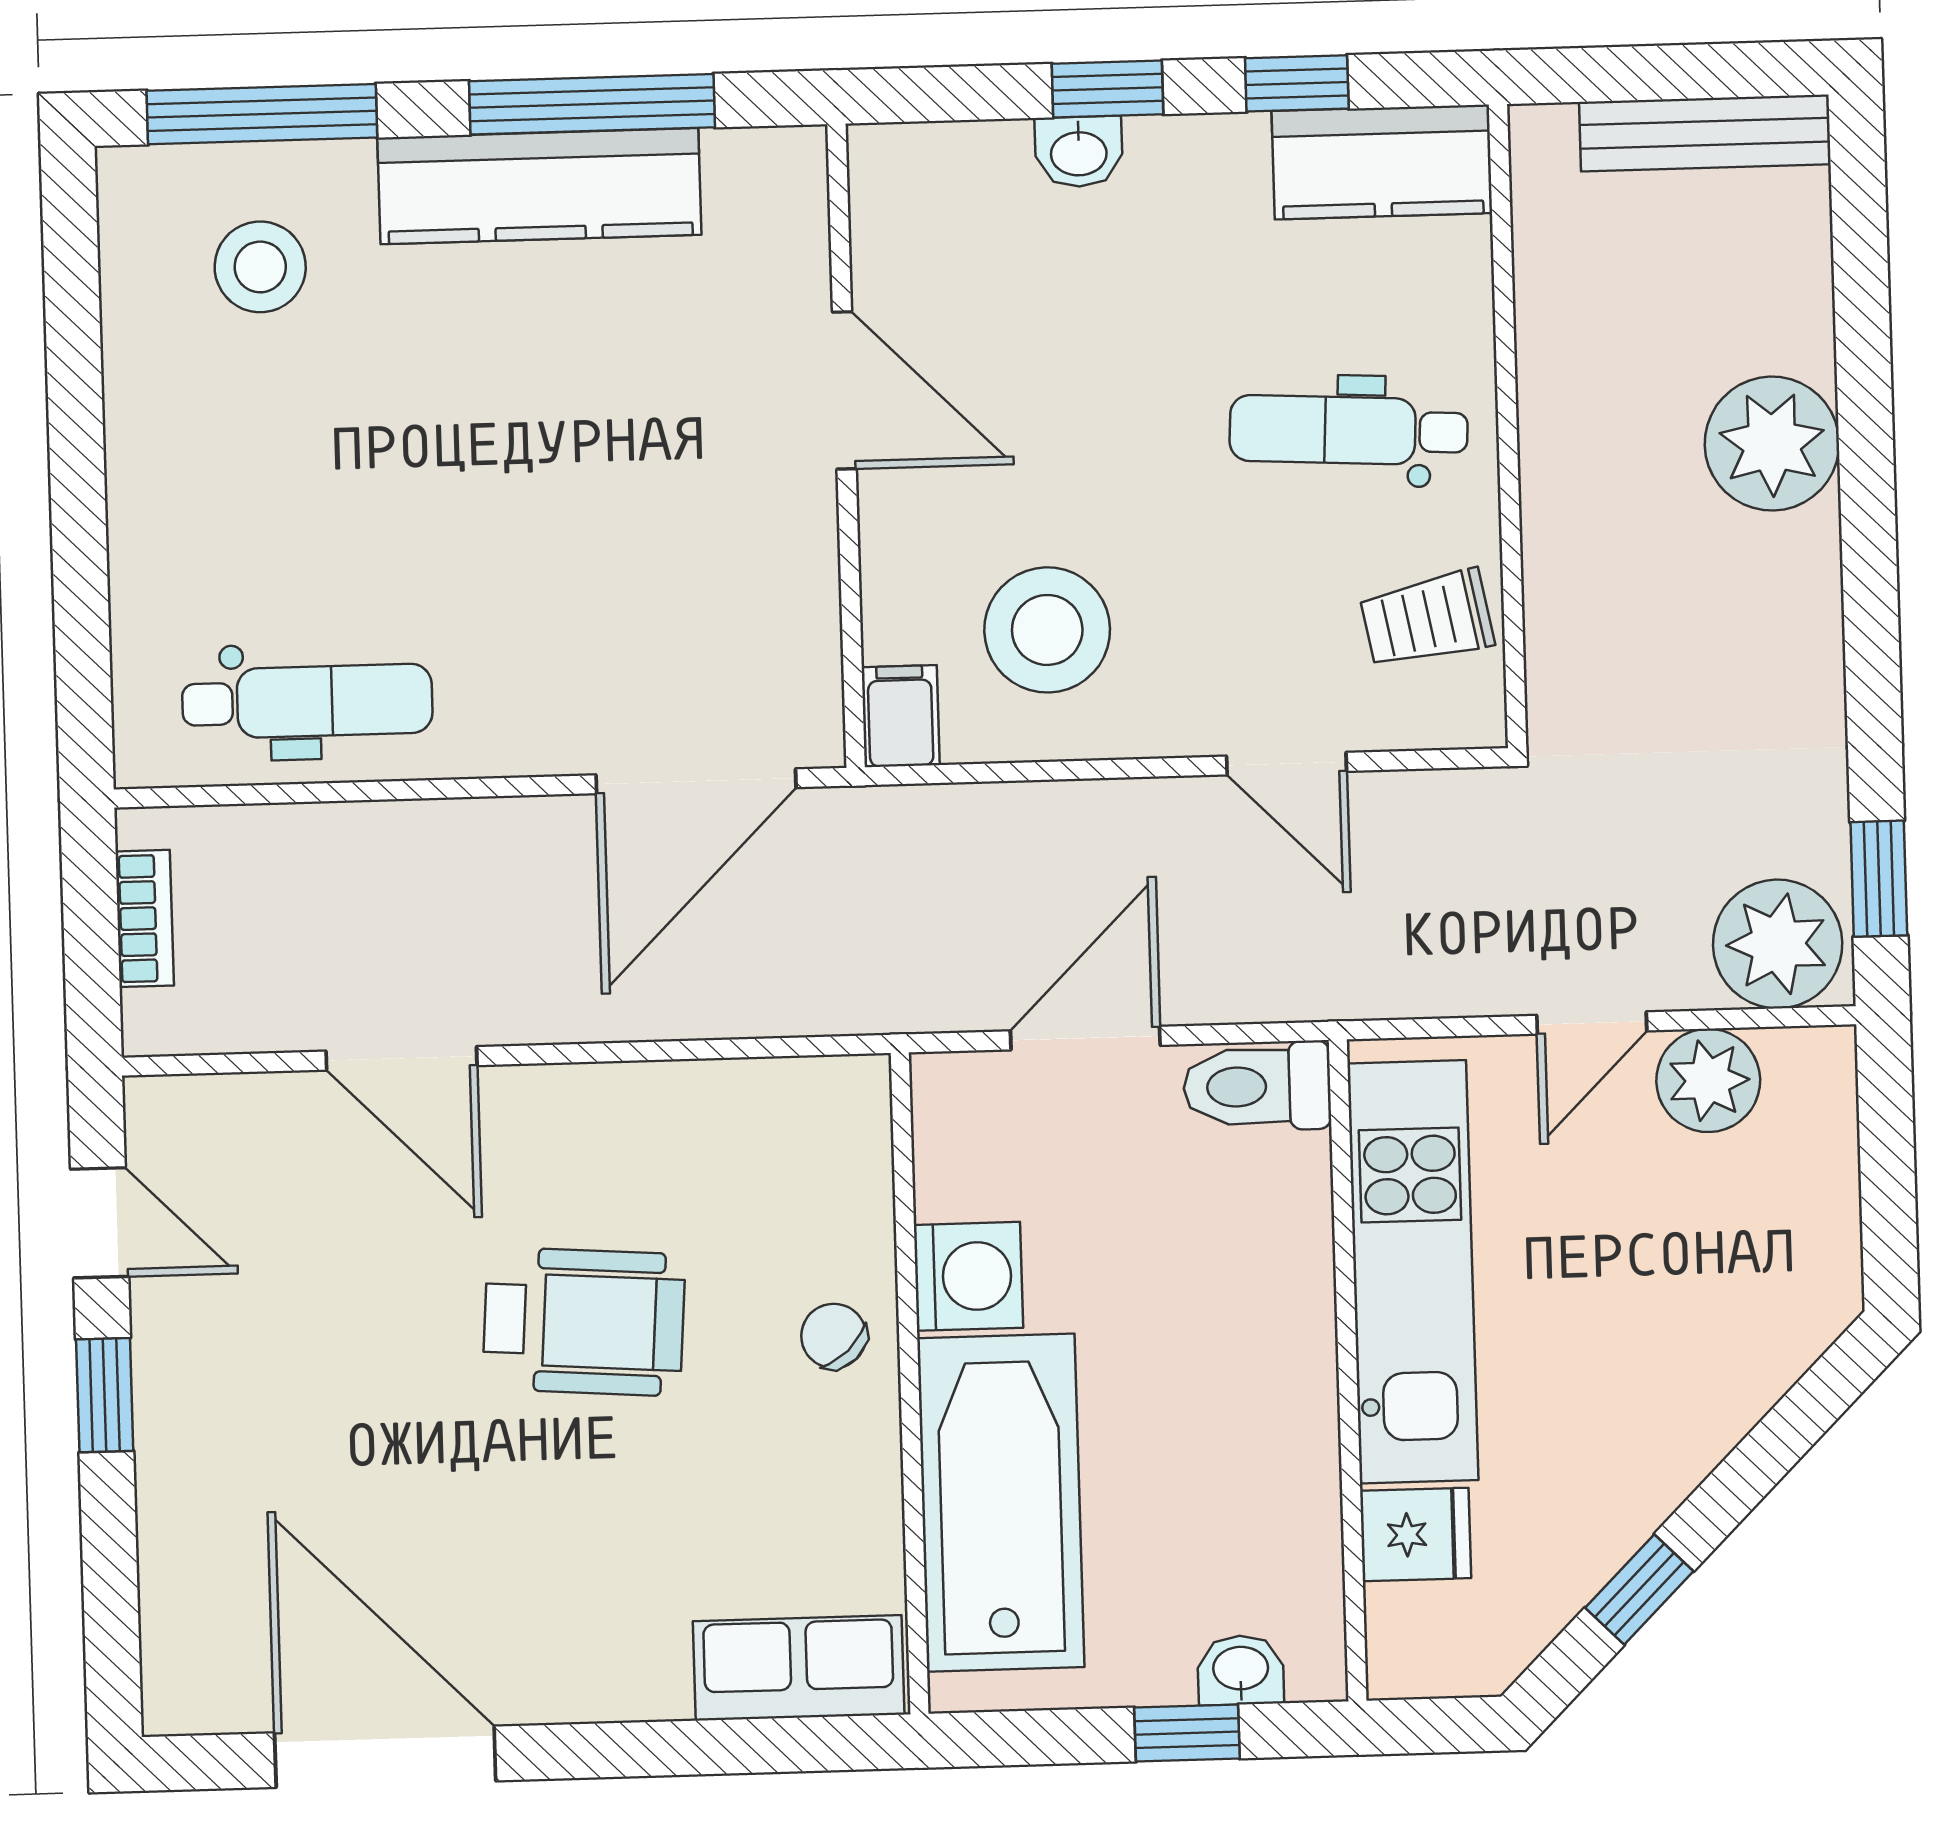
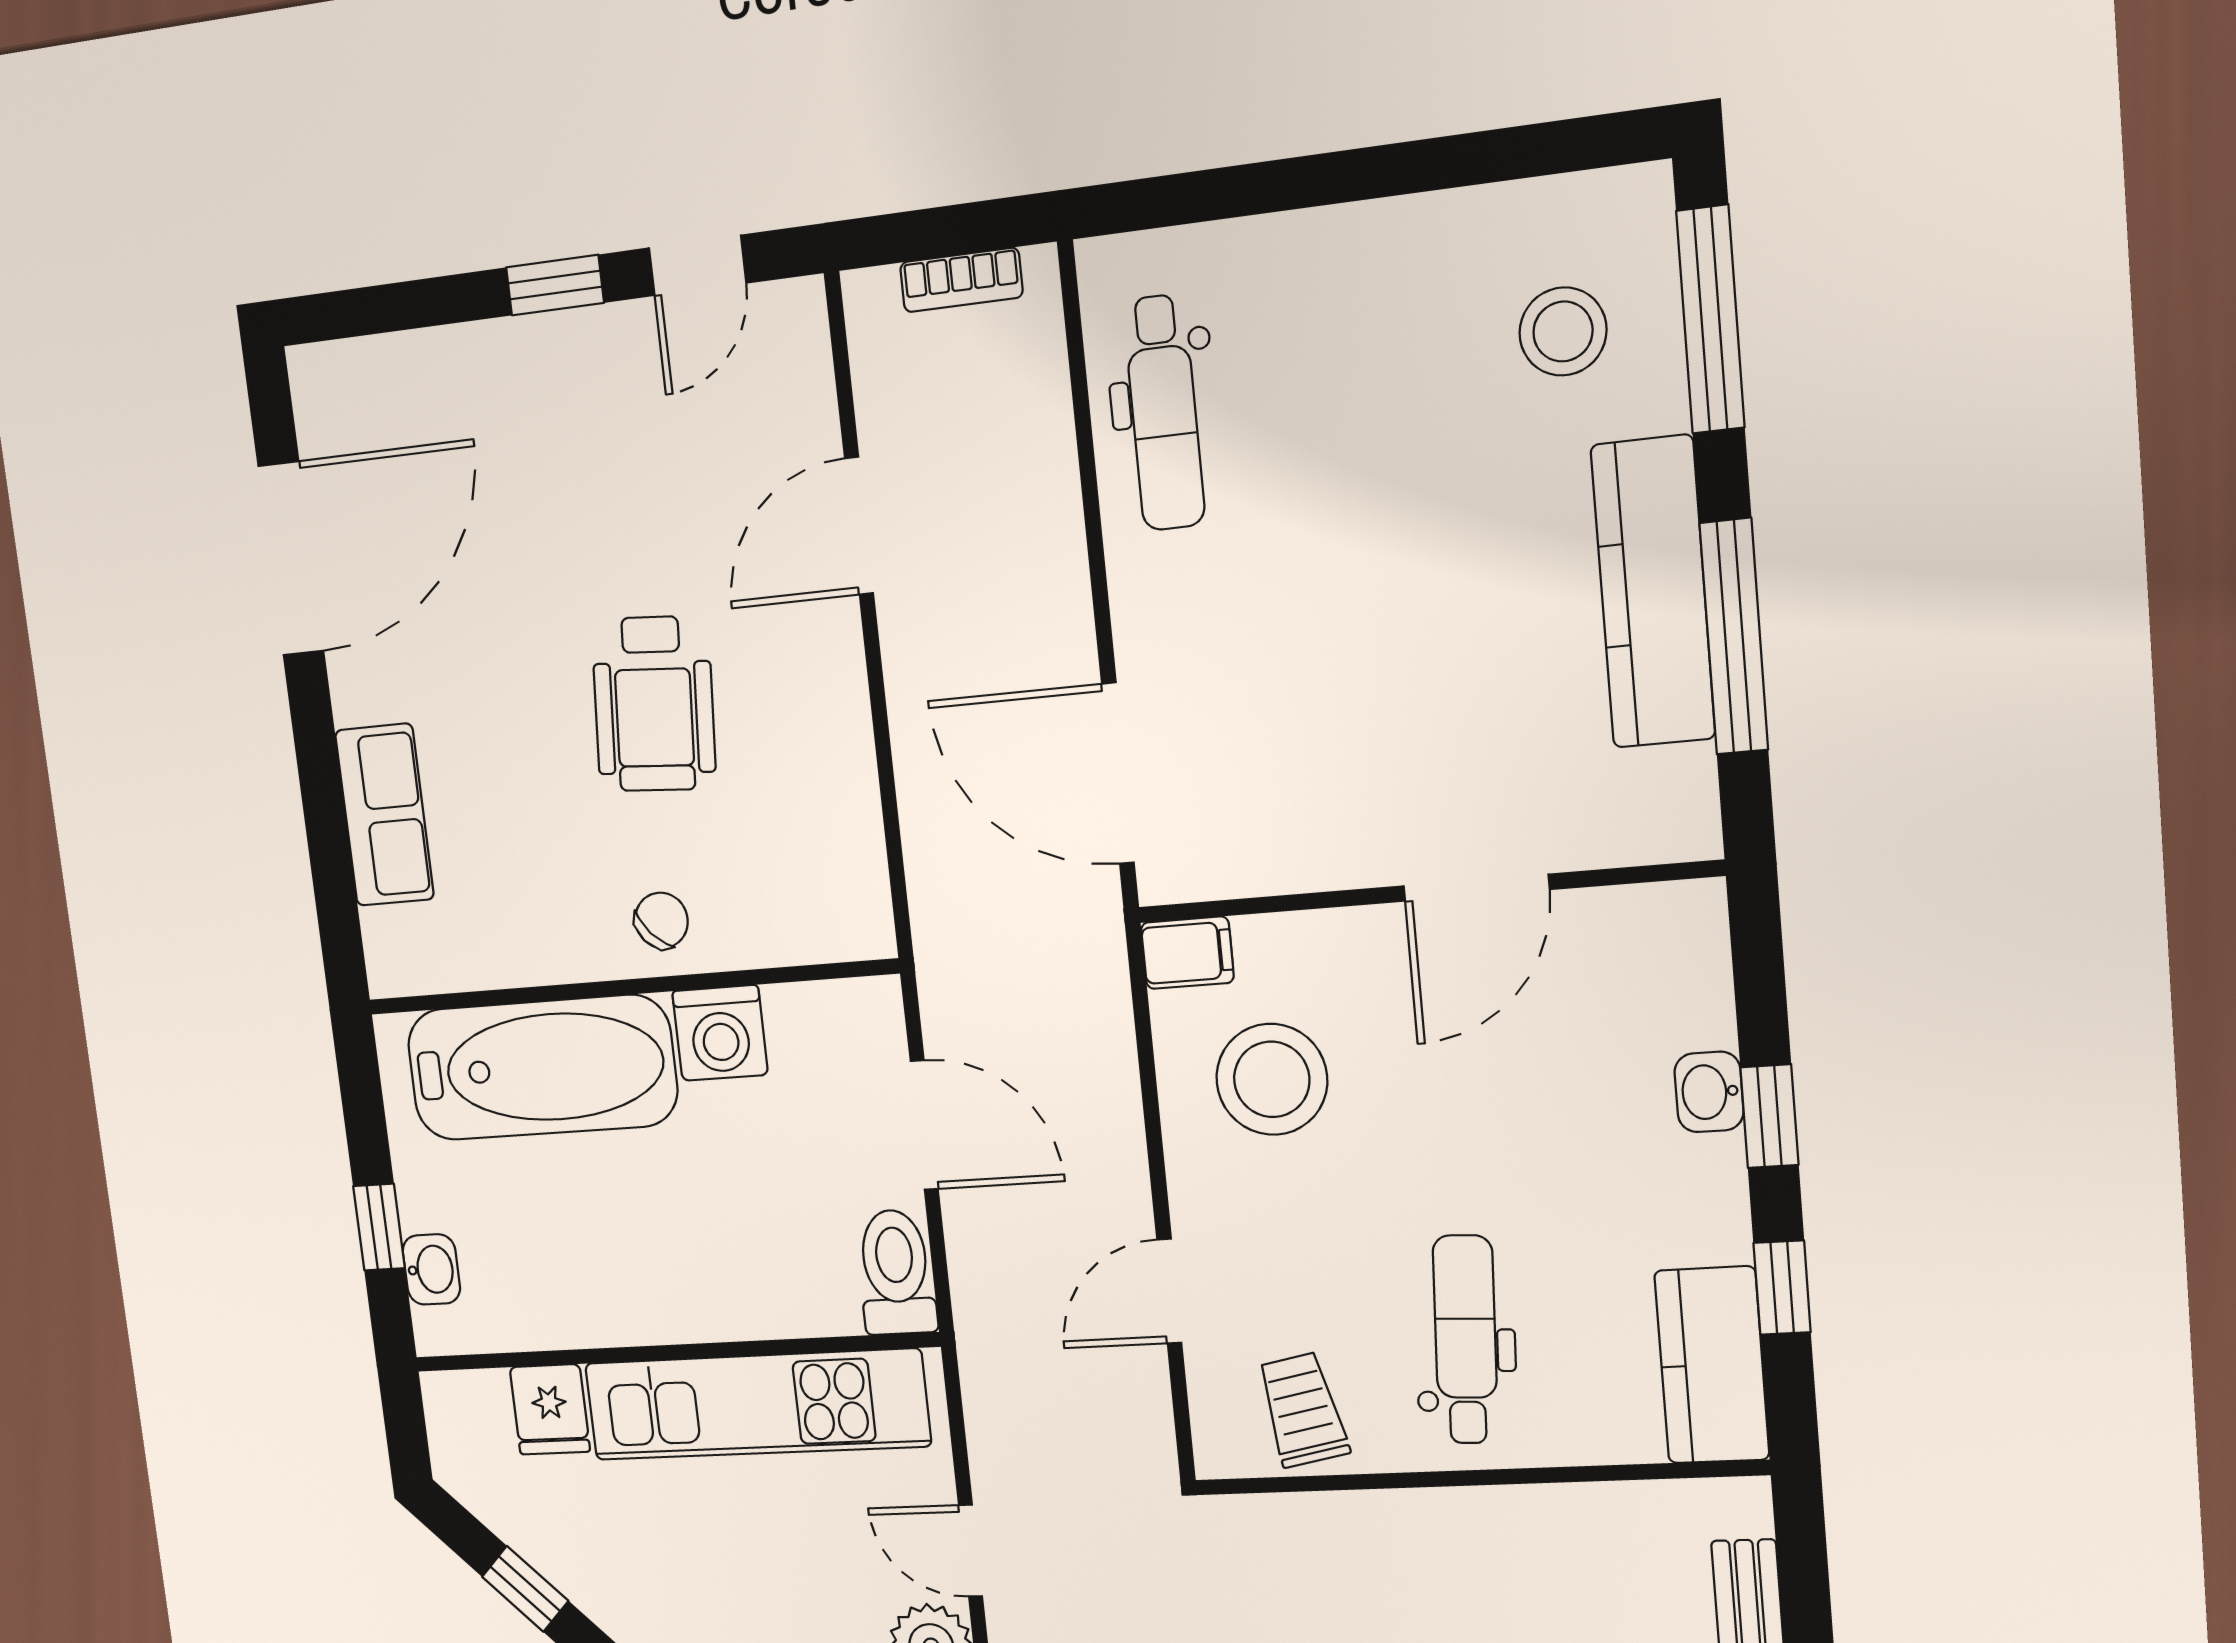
row of seats: (799, 1668) -> (385, 815), moved

